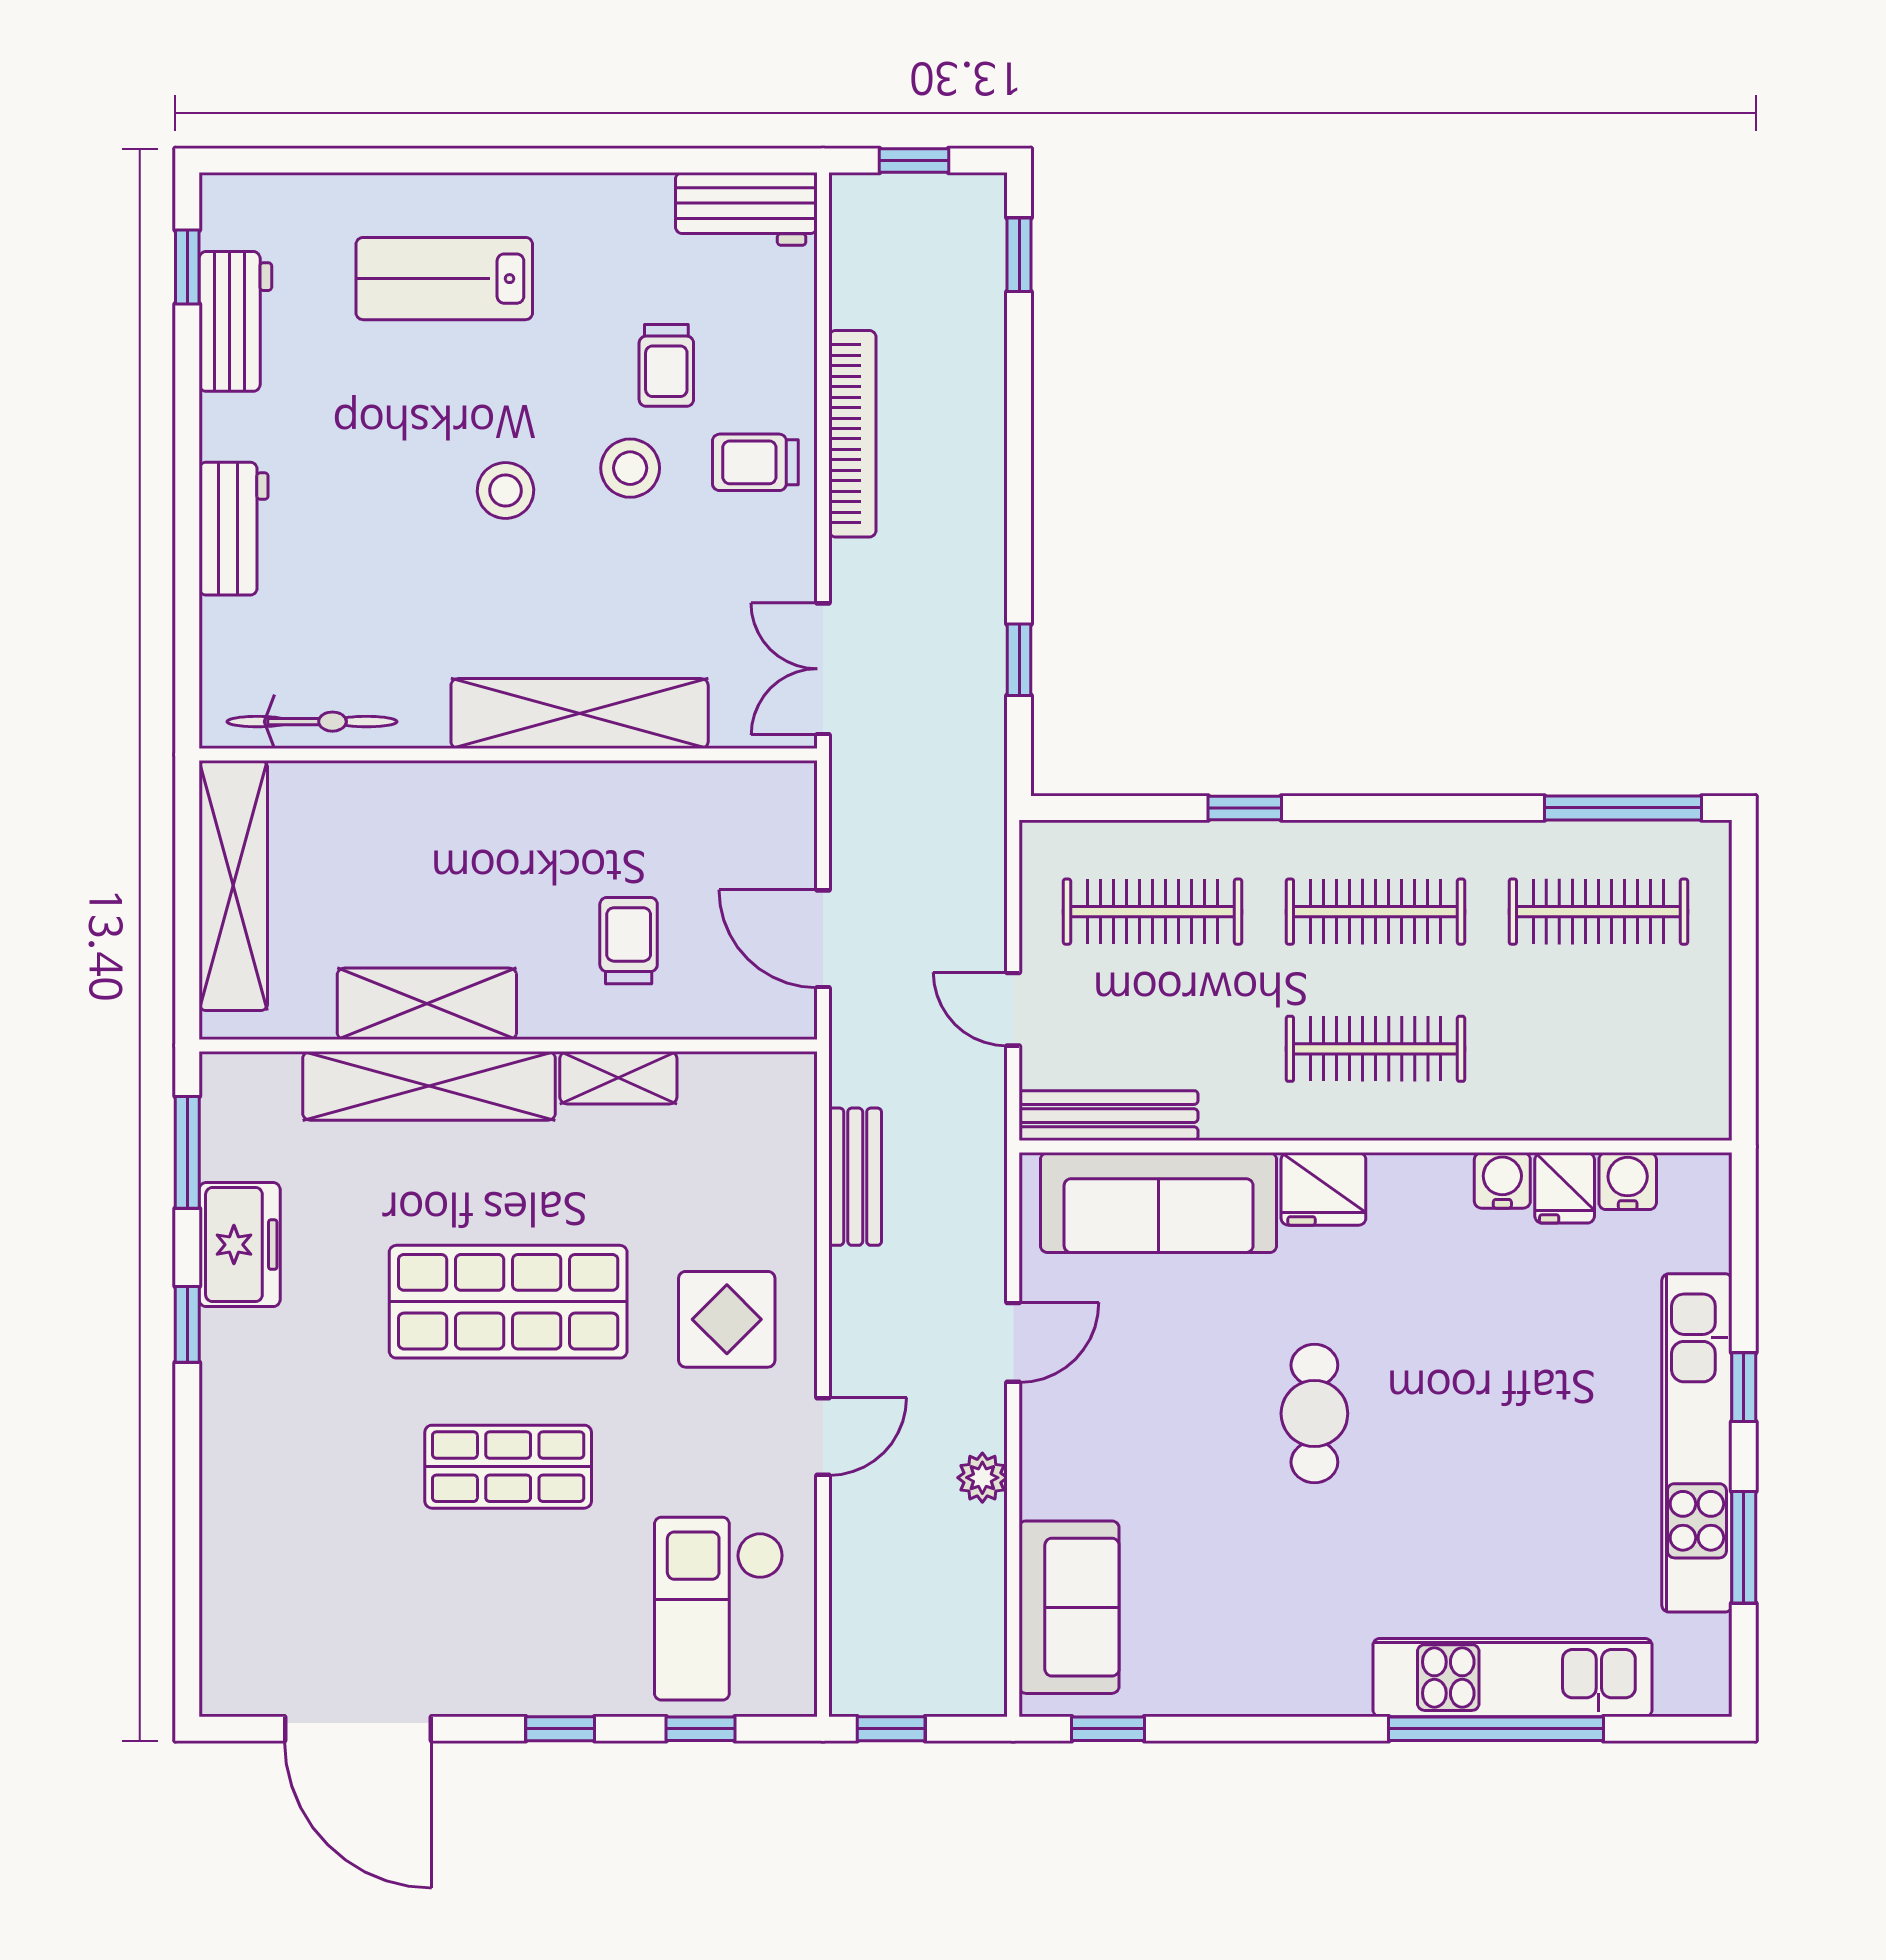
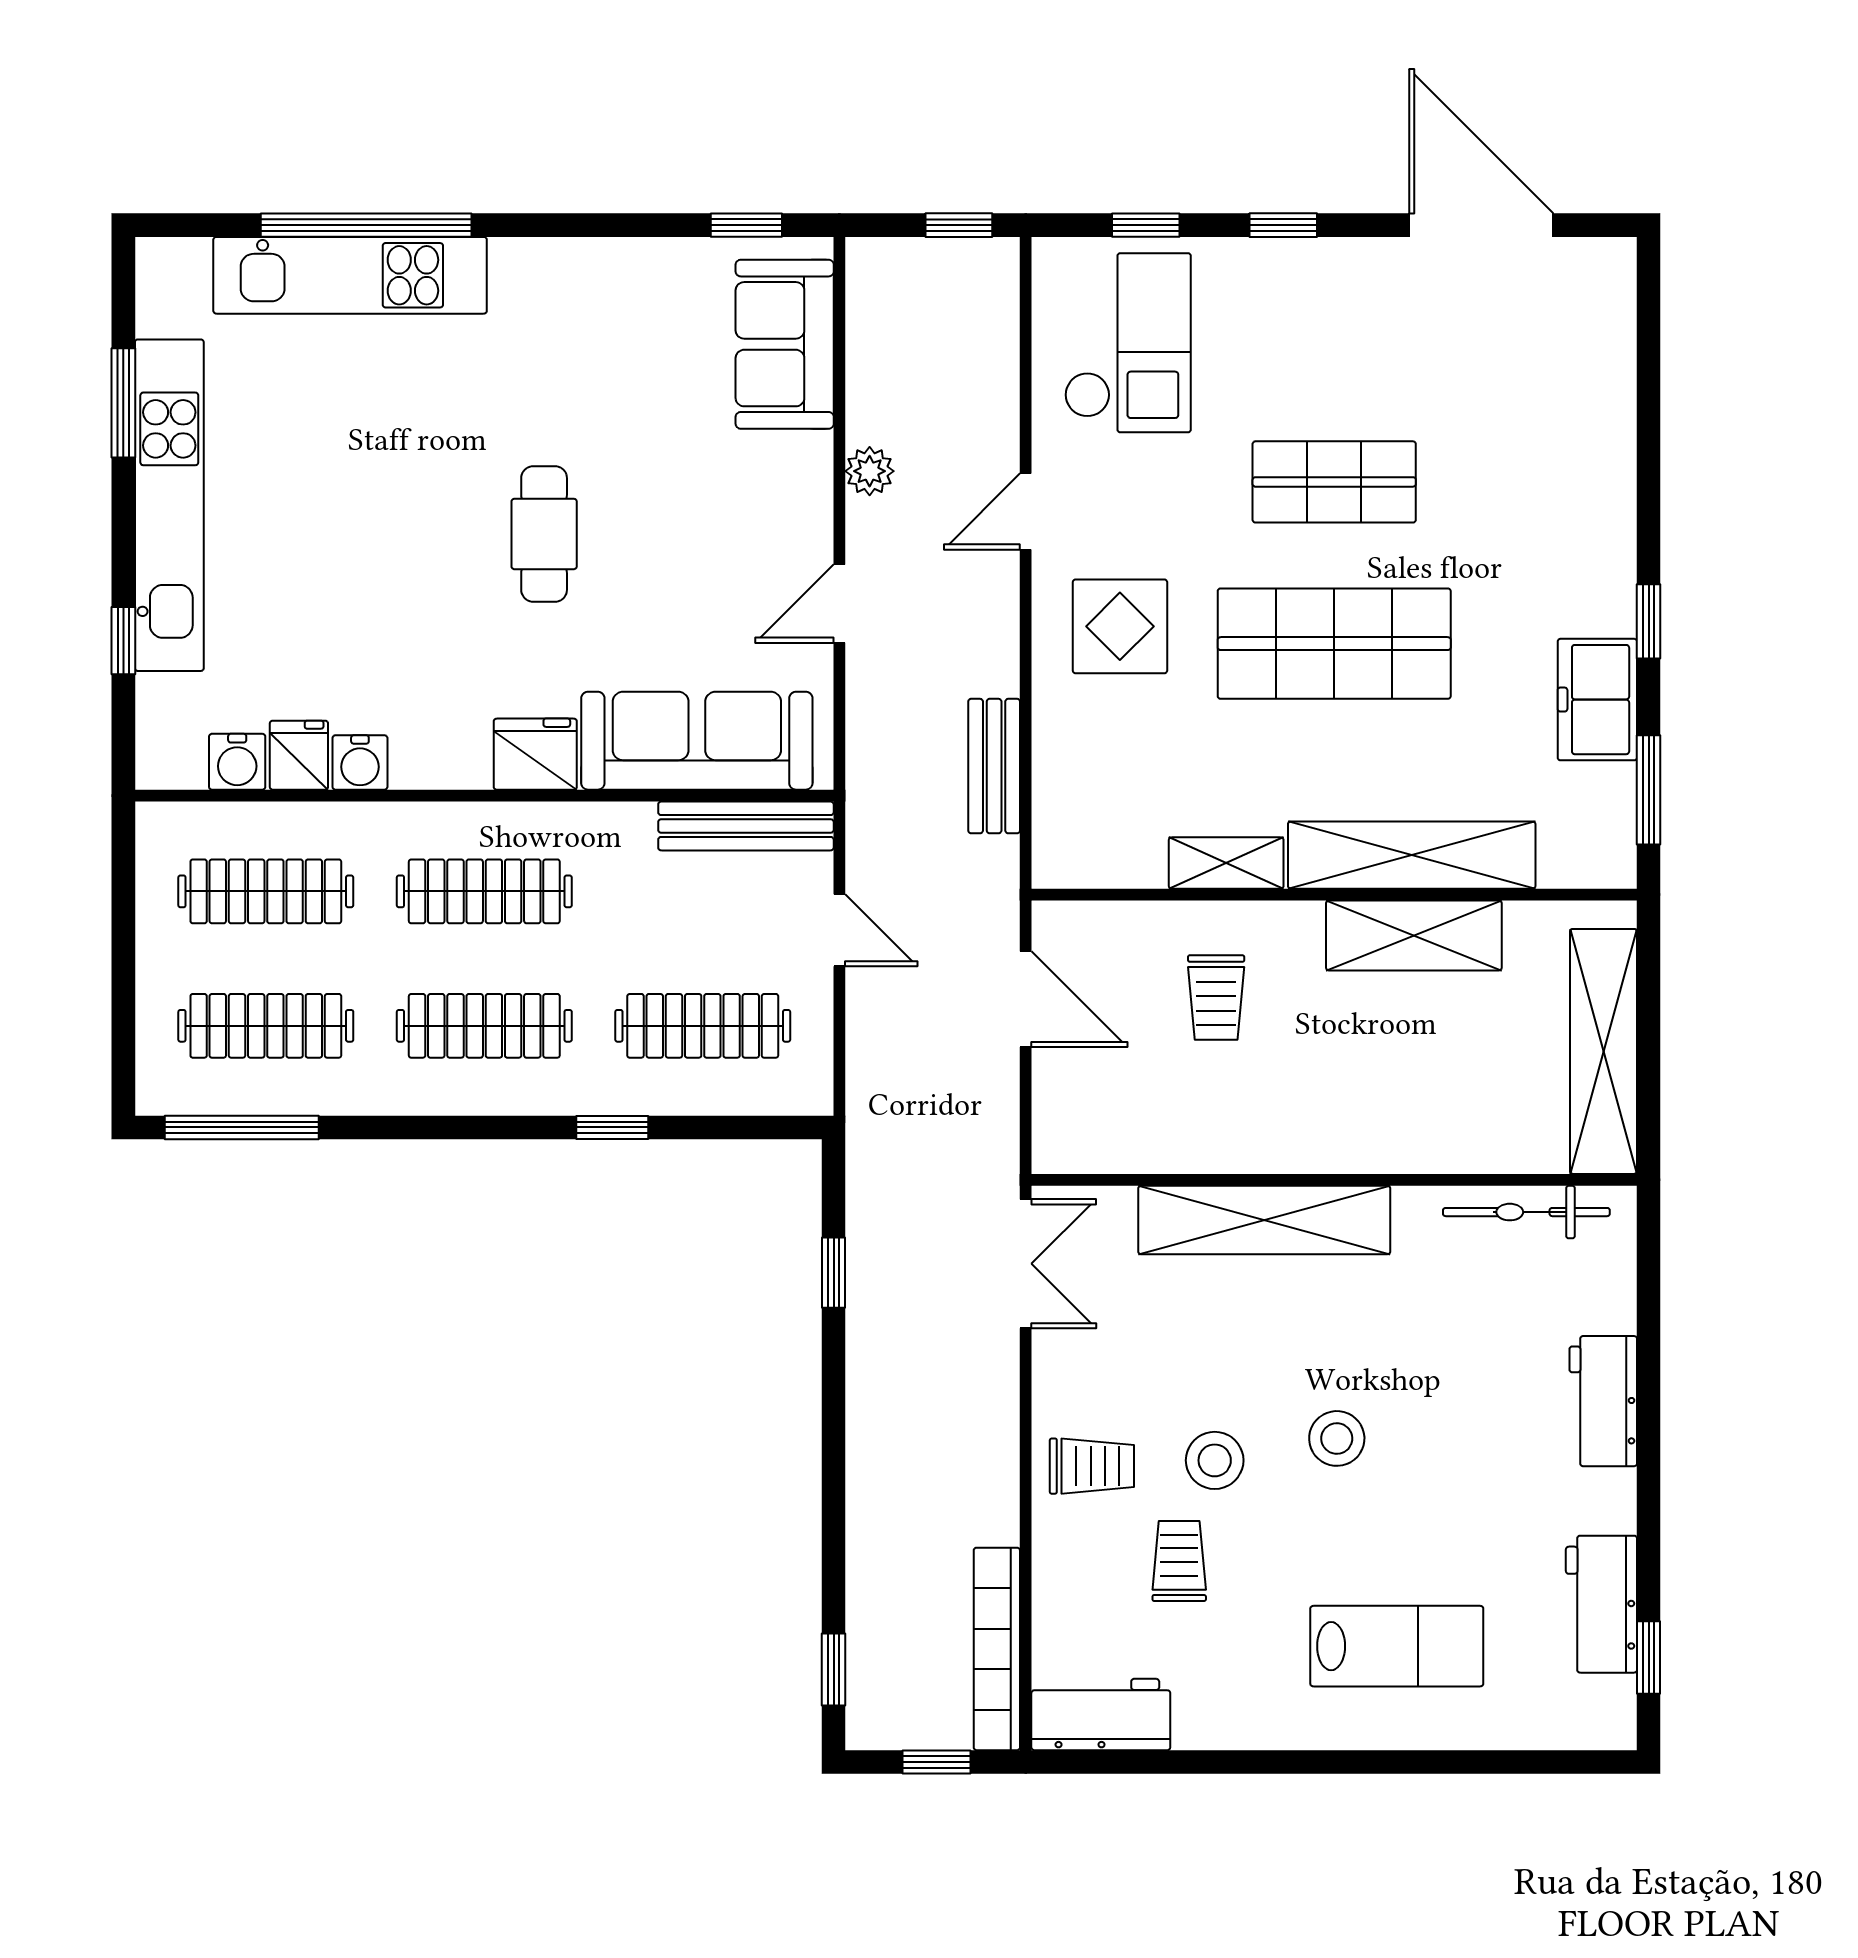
bookcase: (852, 434) -> (997, 1649), moved
clothes rail: (1598, 1049) -> (266, 891), added
window: (1744, 1387) -> (123, 641), moved

